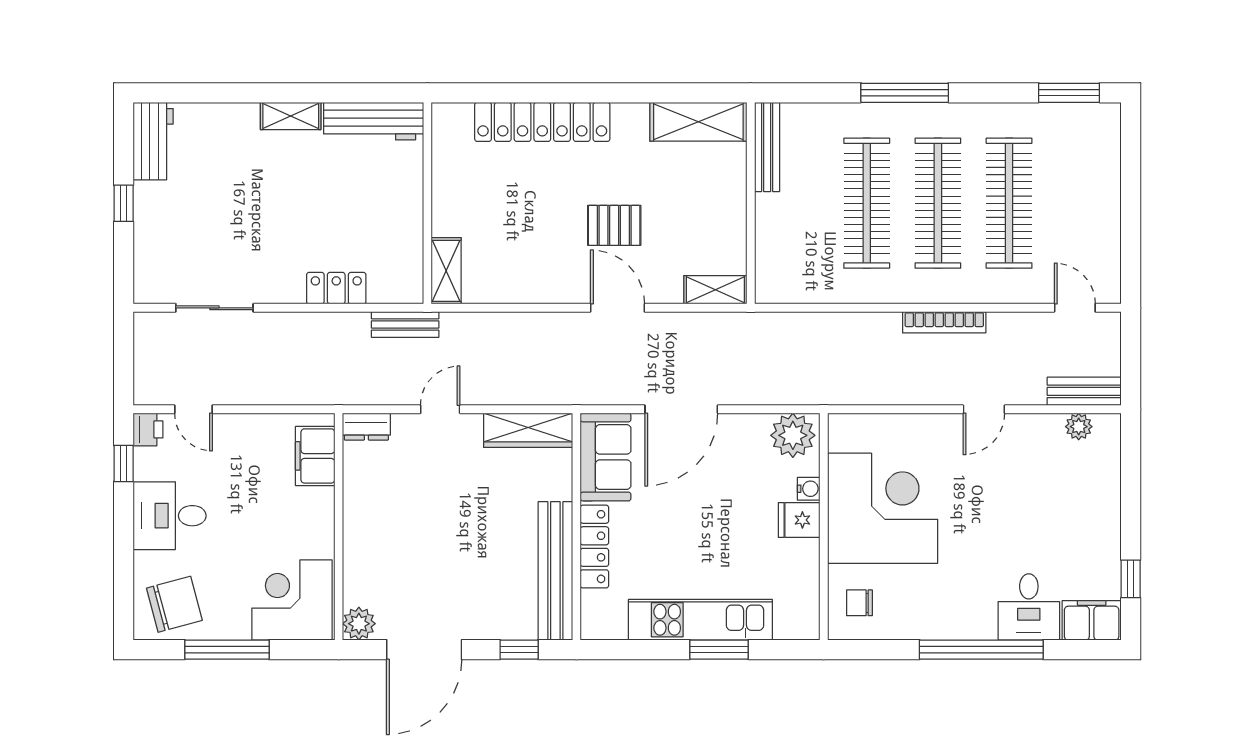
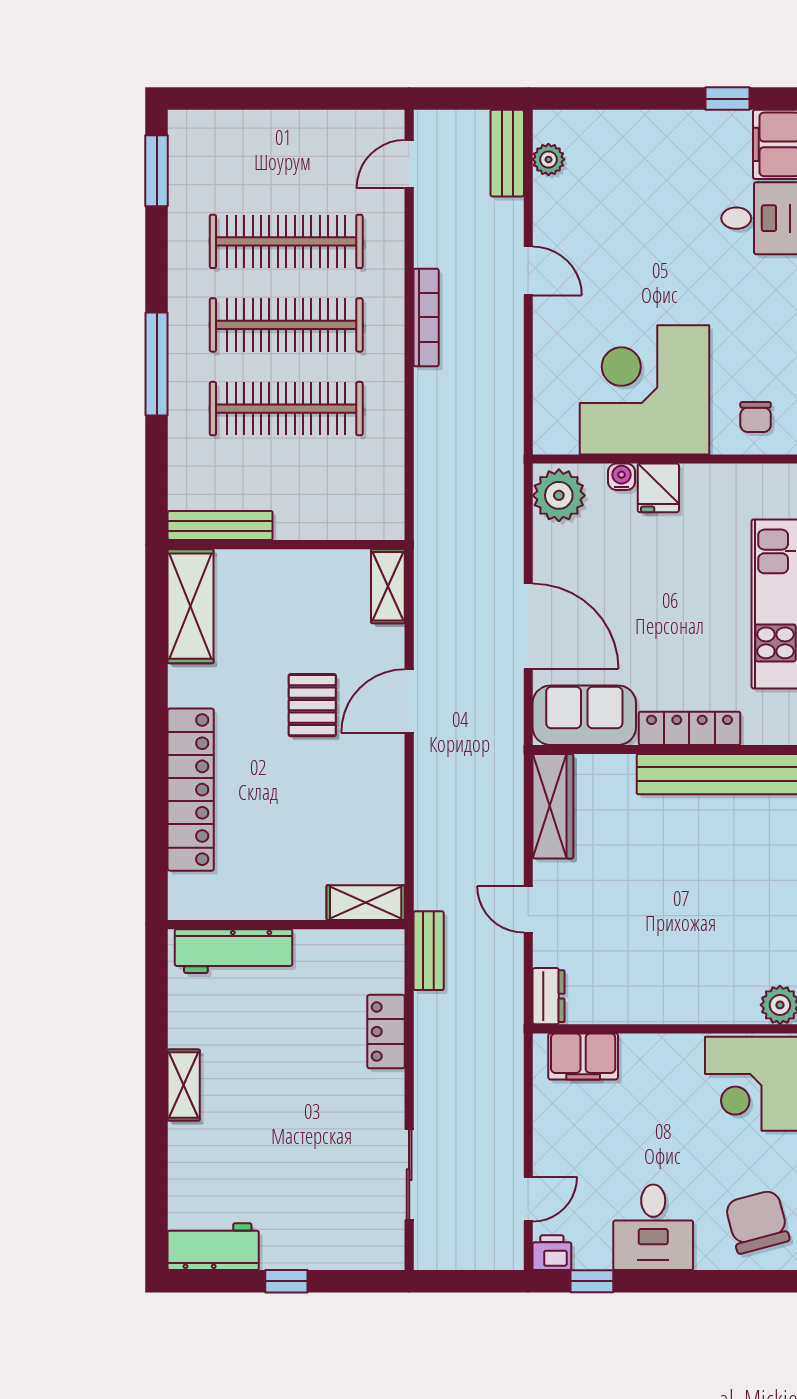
workbench: (374, 121) -> (233, 951), moved, turned 90

